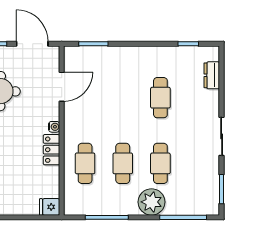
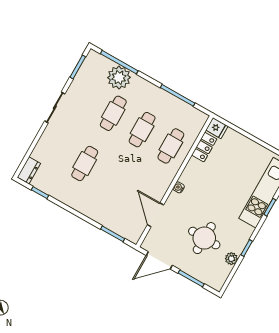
door: (32, 44) -> (159, 260), hinge flipped
dresser: (212, 75) -> (29, 170), moved
door: (62, 87) -> (155, 215), hinge flipped
locker: (51, 150) -> (204, 147), moved
plant: (152, 202) -> (119, 77), moved

